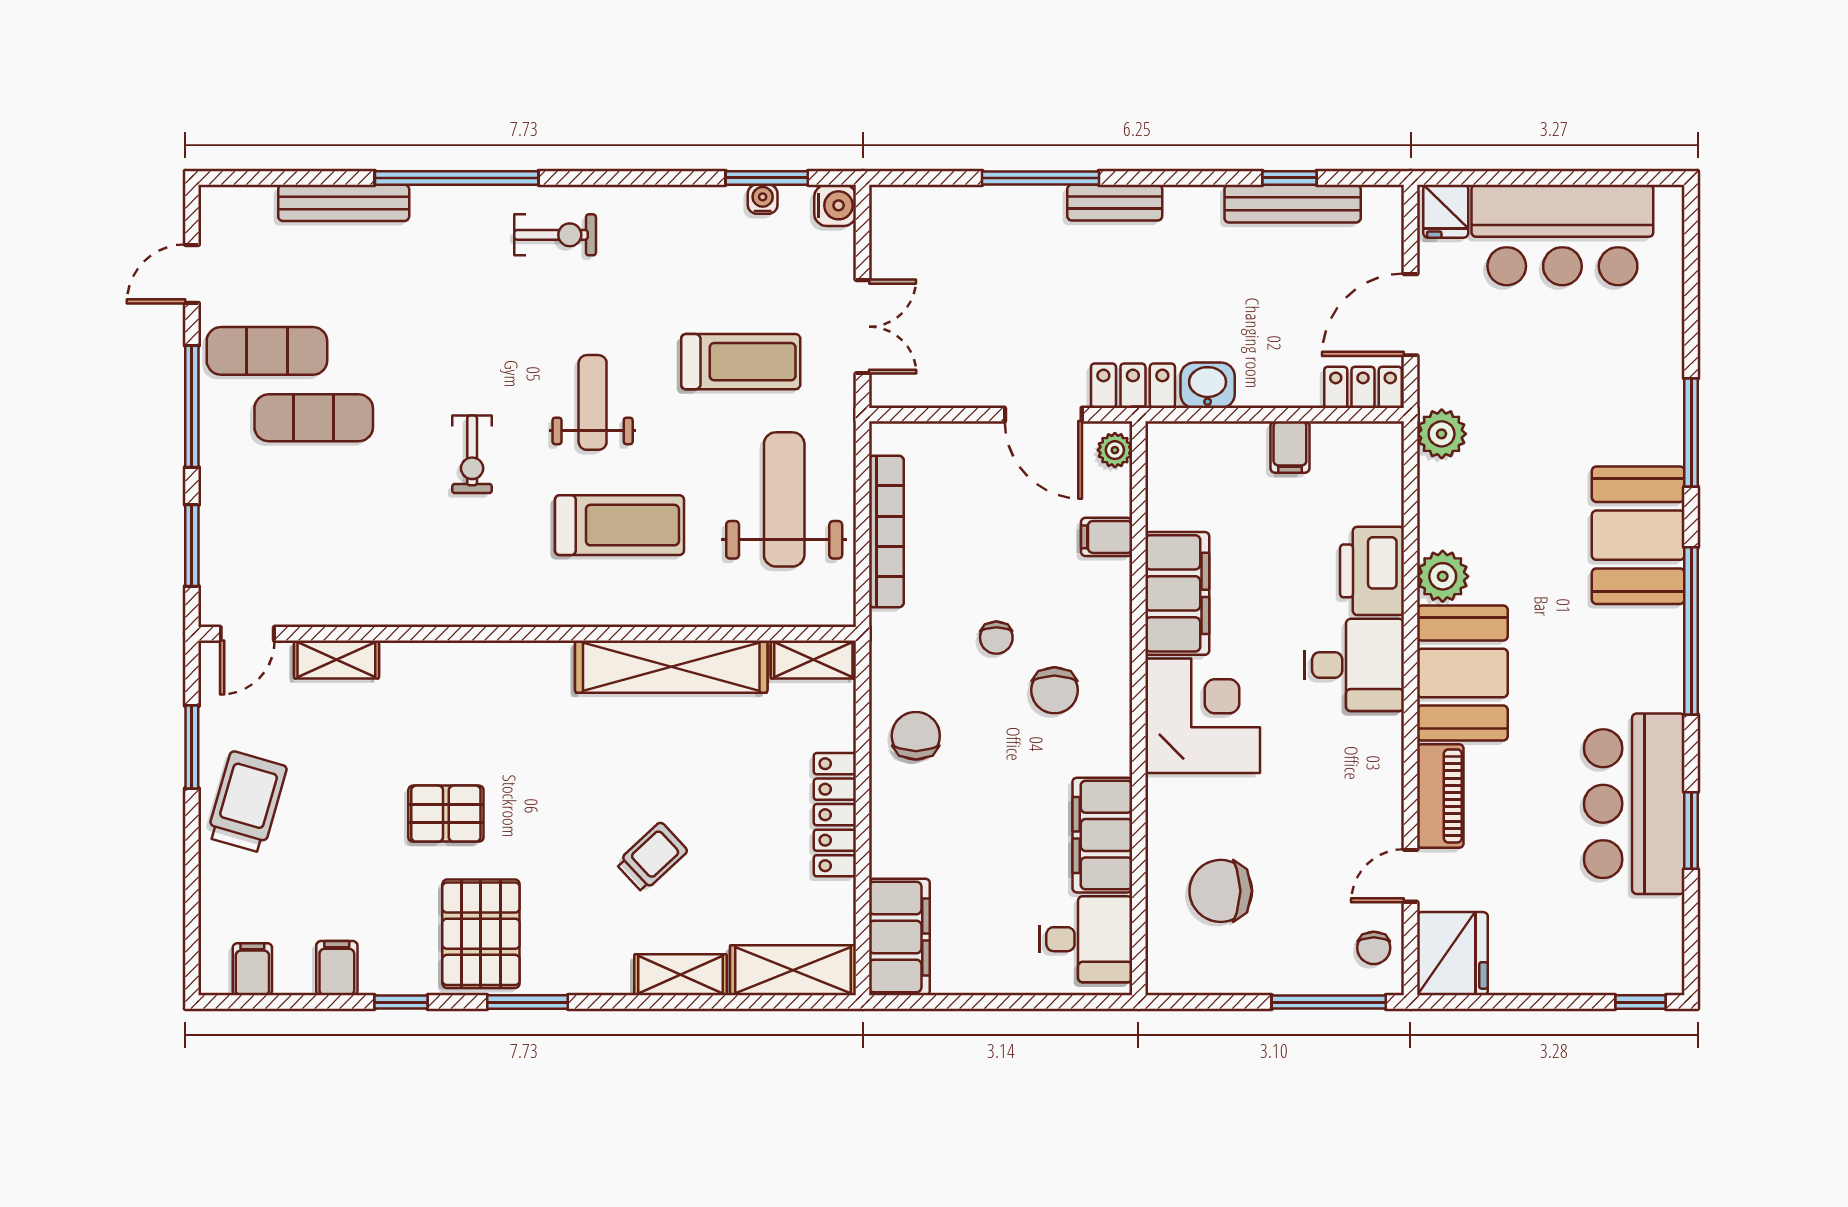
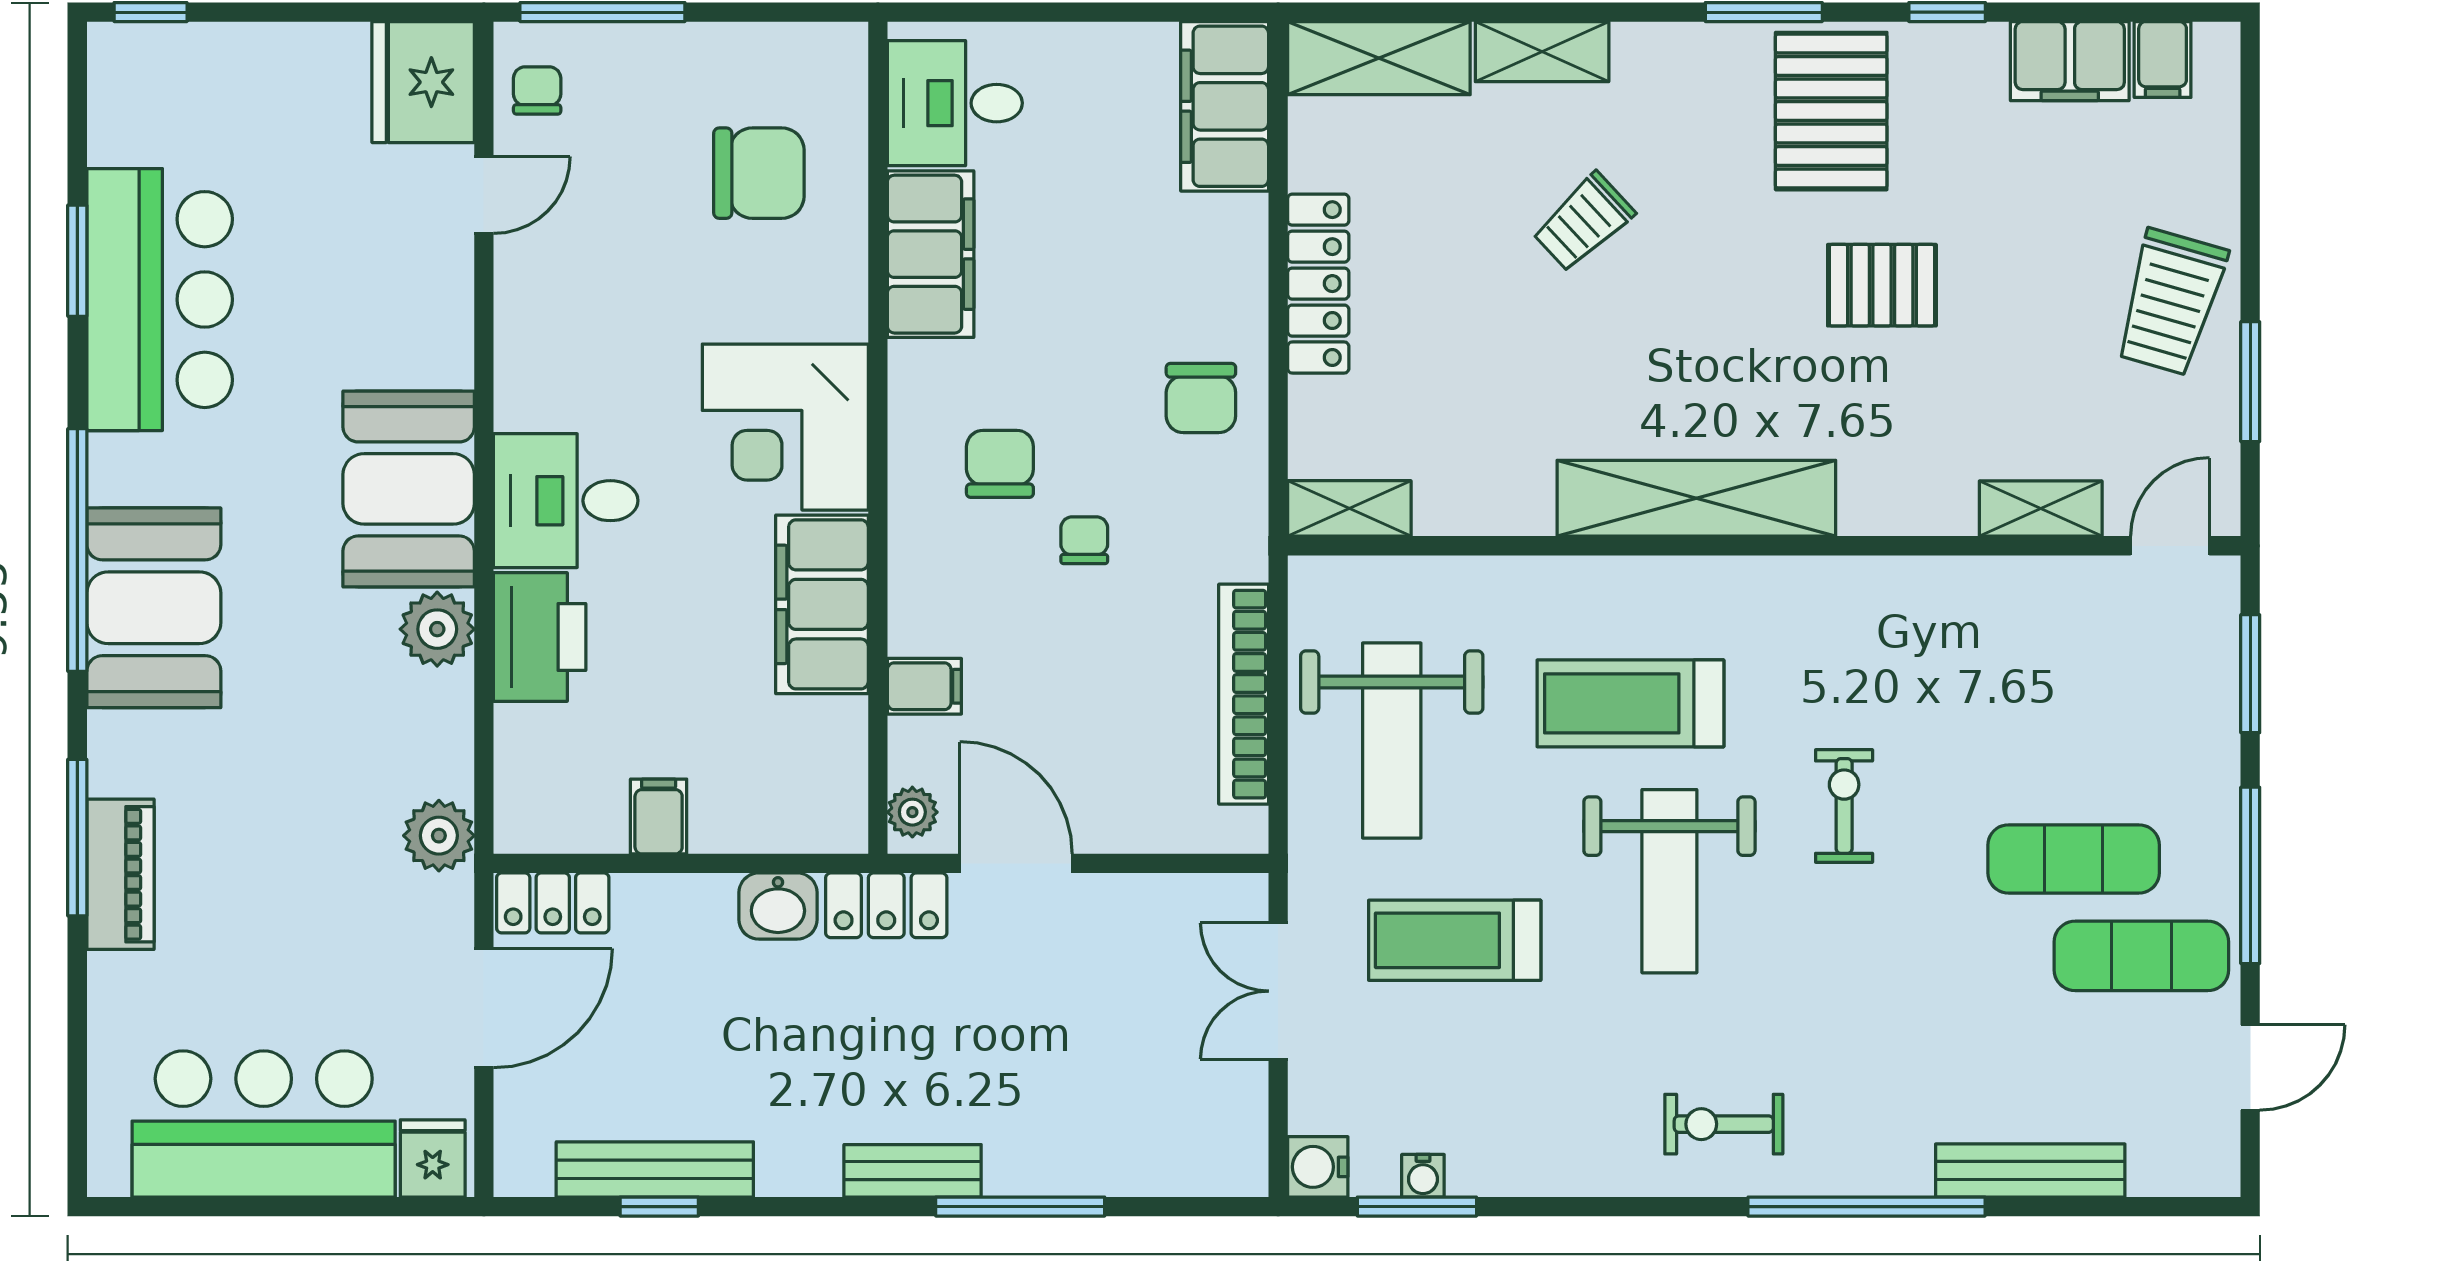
weight bench: (593, 402) -> (1669, 881), width x1.36, depth x1.33
booth: (1638, 535) -> (154, 608), moved
shelving: (671, 667) -> (1696, 498), moved
piano: (1440, 796) -> (120, 874), moved, turned 180
filing cabinet: (337, 968) -> (2070, 61), width x2.00

